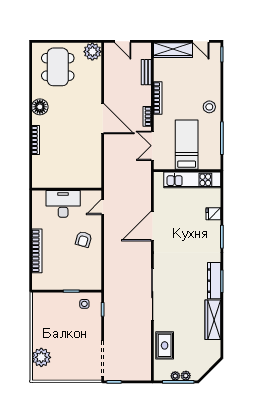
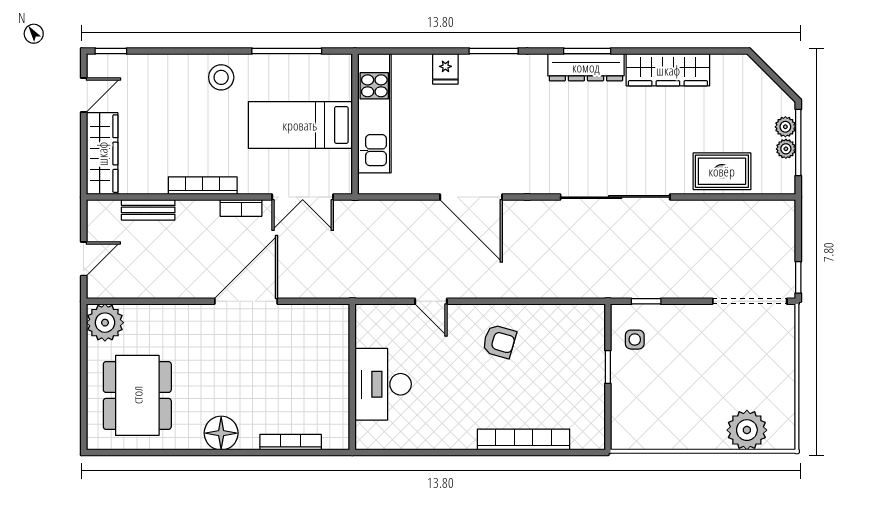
dining table: (58, 67) -> (137, 395), turned 90
wall: (67, 189) -> (352, 377), moved
desk: (63, 204) -> (383, 384), moved

